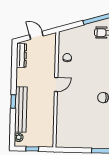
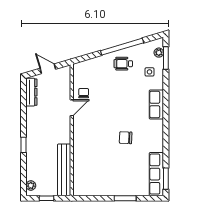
door: (56, 84) -> (72, 108), moved
bench: (21, 110) -> (64, 170), moved

